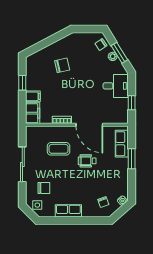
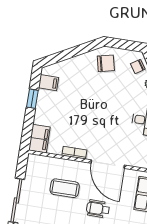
chair: (62, 65) -> (106, 63), moved
filing cabinet: (33, 96) -> (48, 83), moved

